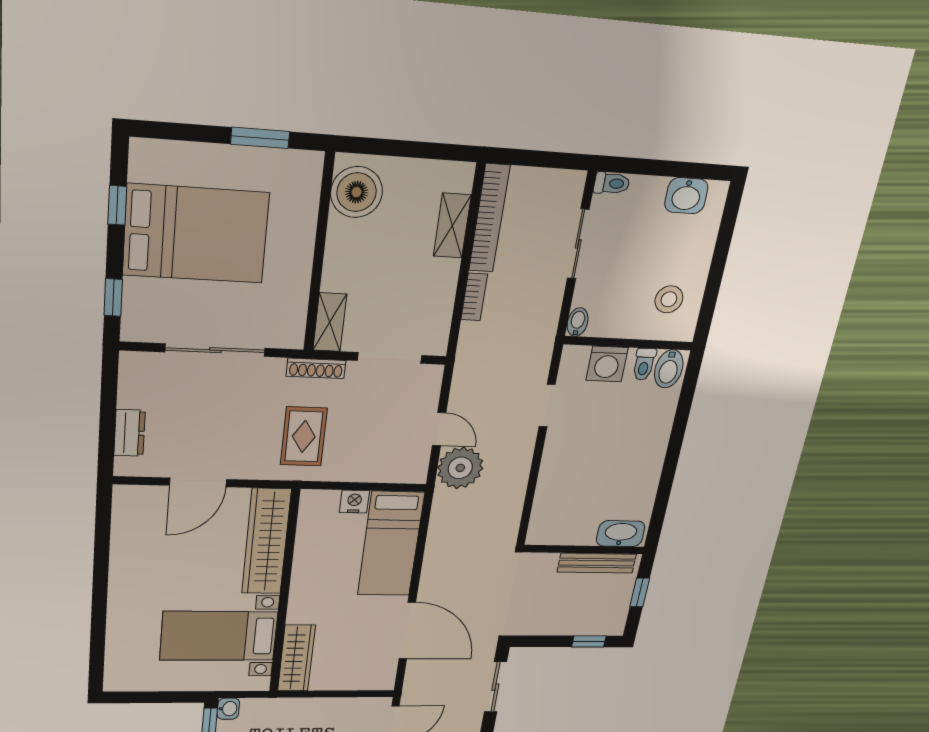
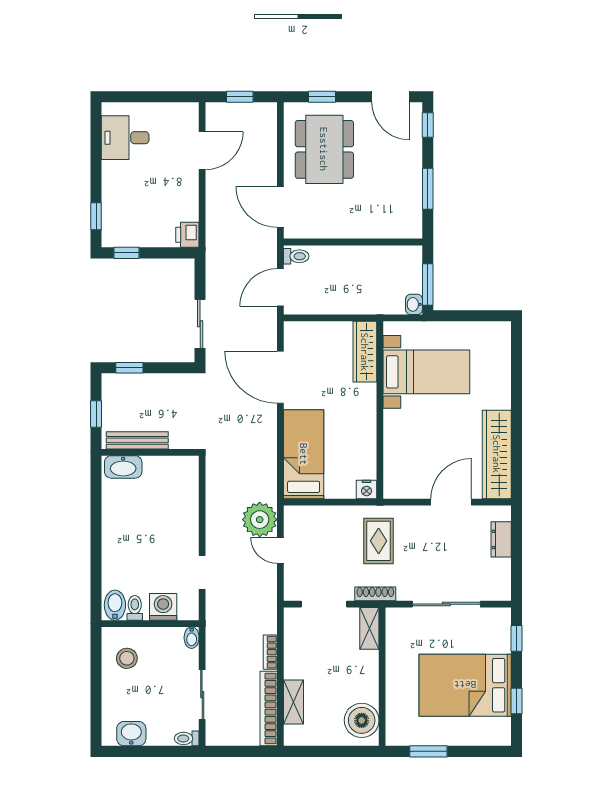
nightstand: (354, 502) -> (367, 489), moved
wardrobe: (266, 542) -> (497, 454), moved, turned 180

